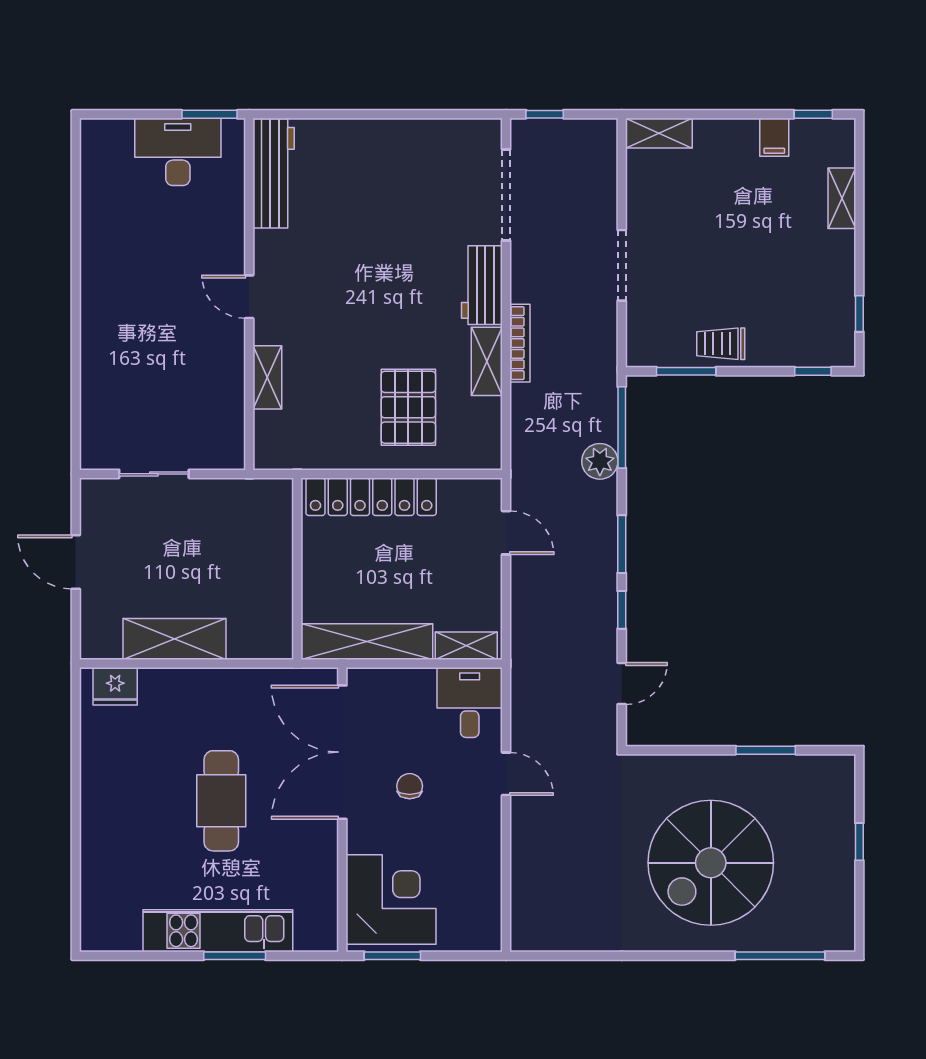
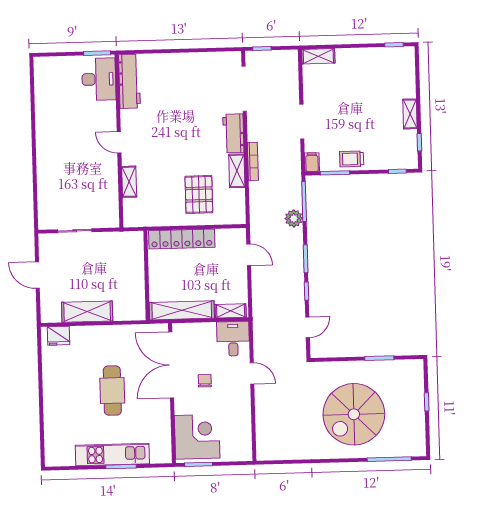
filing cabinet: (774, 137) -> (312, 162), moved, turned 180
desk: (178, 152) -> (99, 79), moved, turned 90
shelving: (842, 198) -> (410, 114), moved

